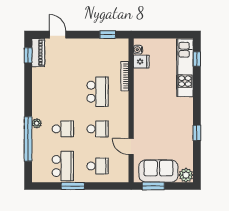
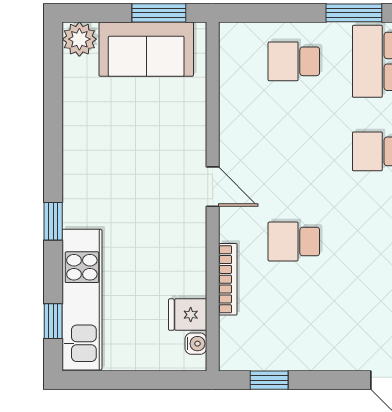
school desk: (98, 92) -> (294, 242), width x0.54
school desk: (98, 129) -> (294, 151), removed
window: (197, 133) -> (53, 221), moved
door: (131, 147) -> (213, 187), moved

